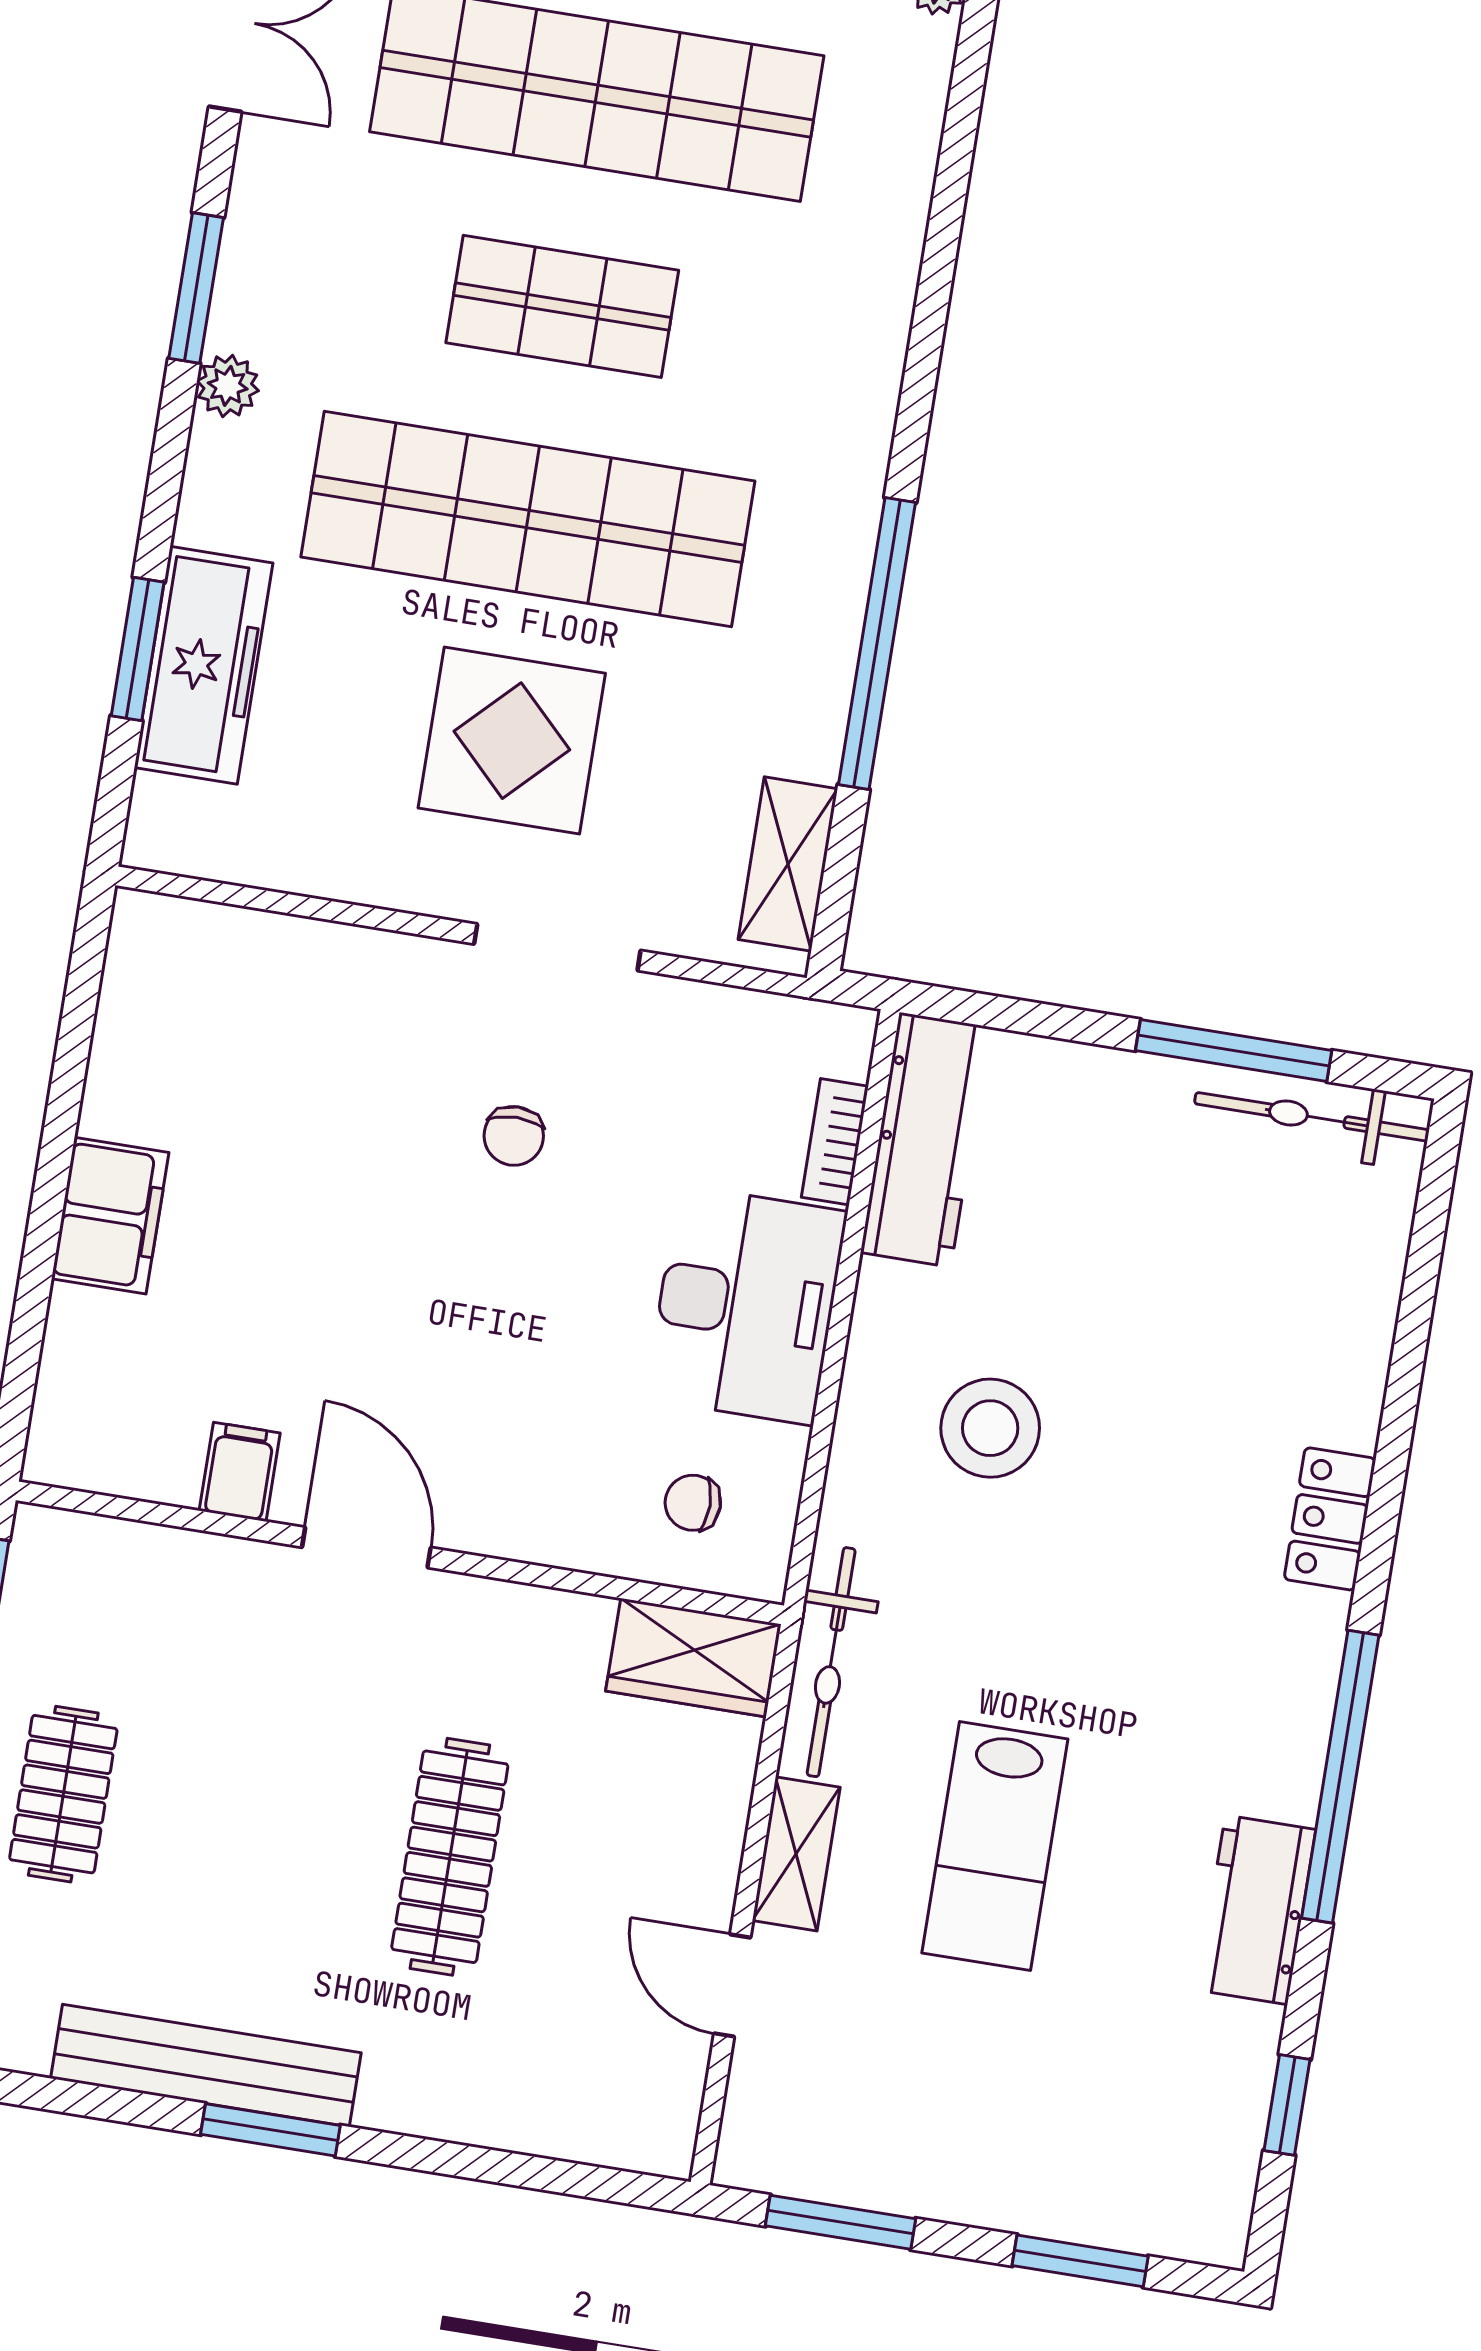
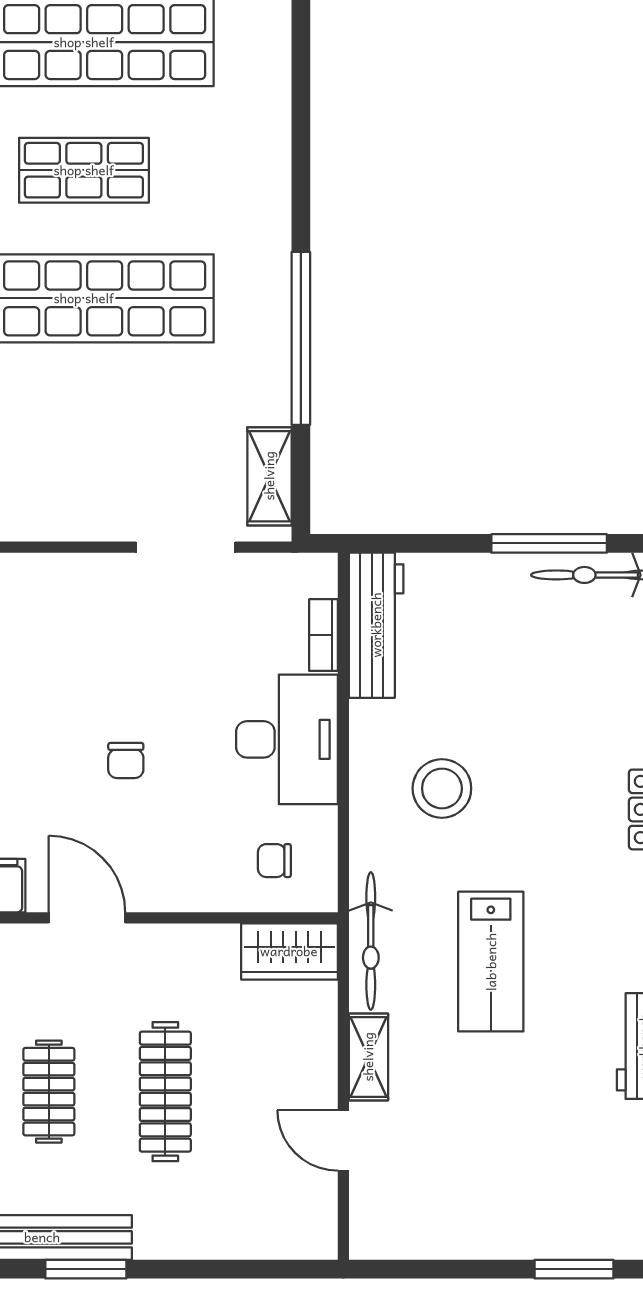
display table: (512, 741) -> (96, 430), removed
doorway: (557, 947) -> (186, 547), moved
chair: (514, 1136) -> (126, 760), moved
clothes rail: (257, 1825) -> (49, 1092), added
lab bench: (995, 1846) -> (491, 962), moved
window: (841, 2222) -> (430, 1269), removed

